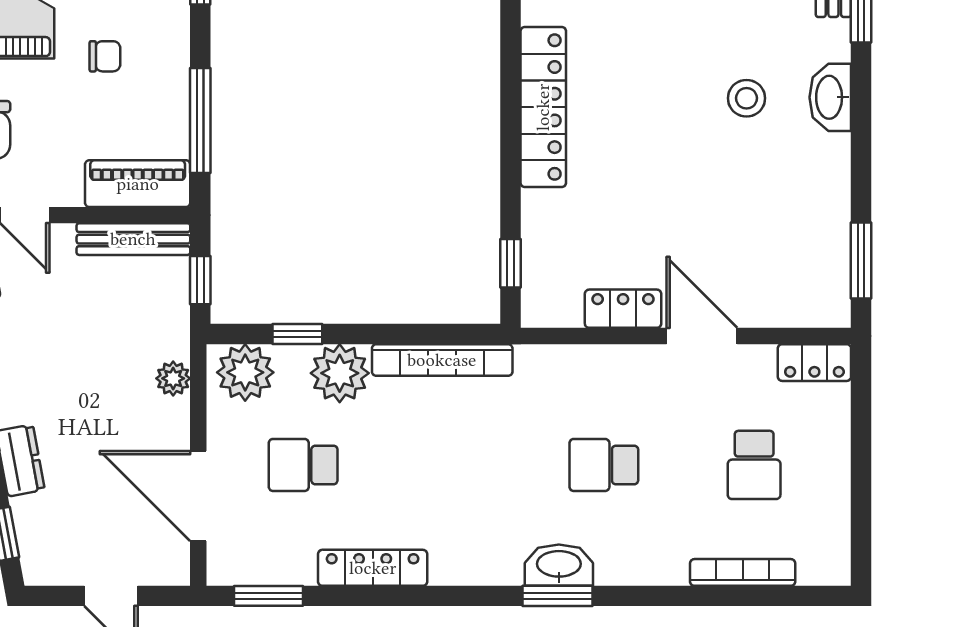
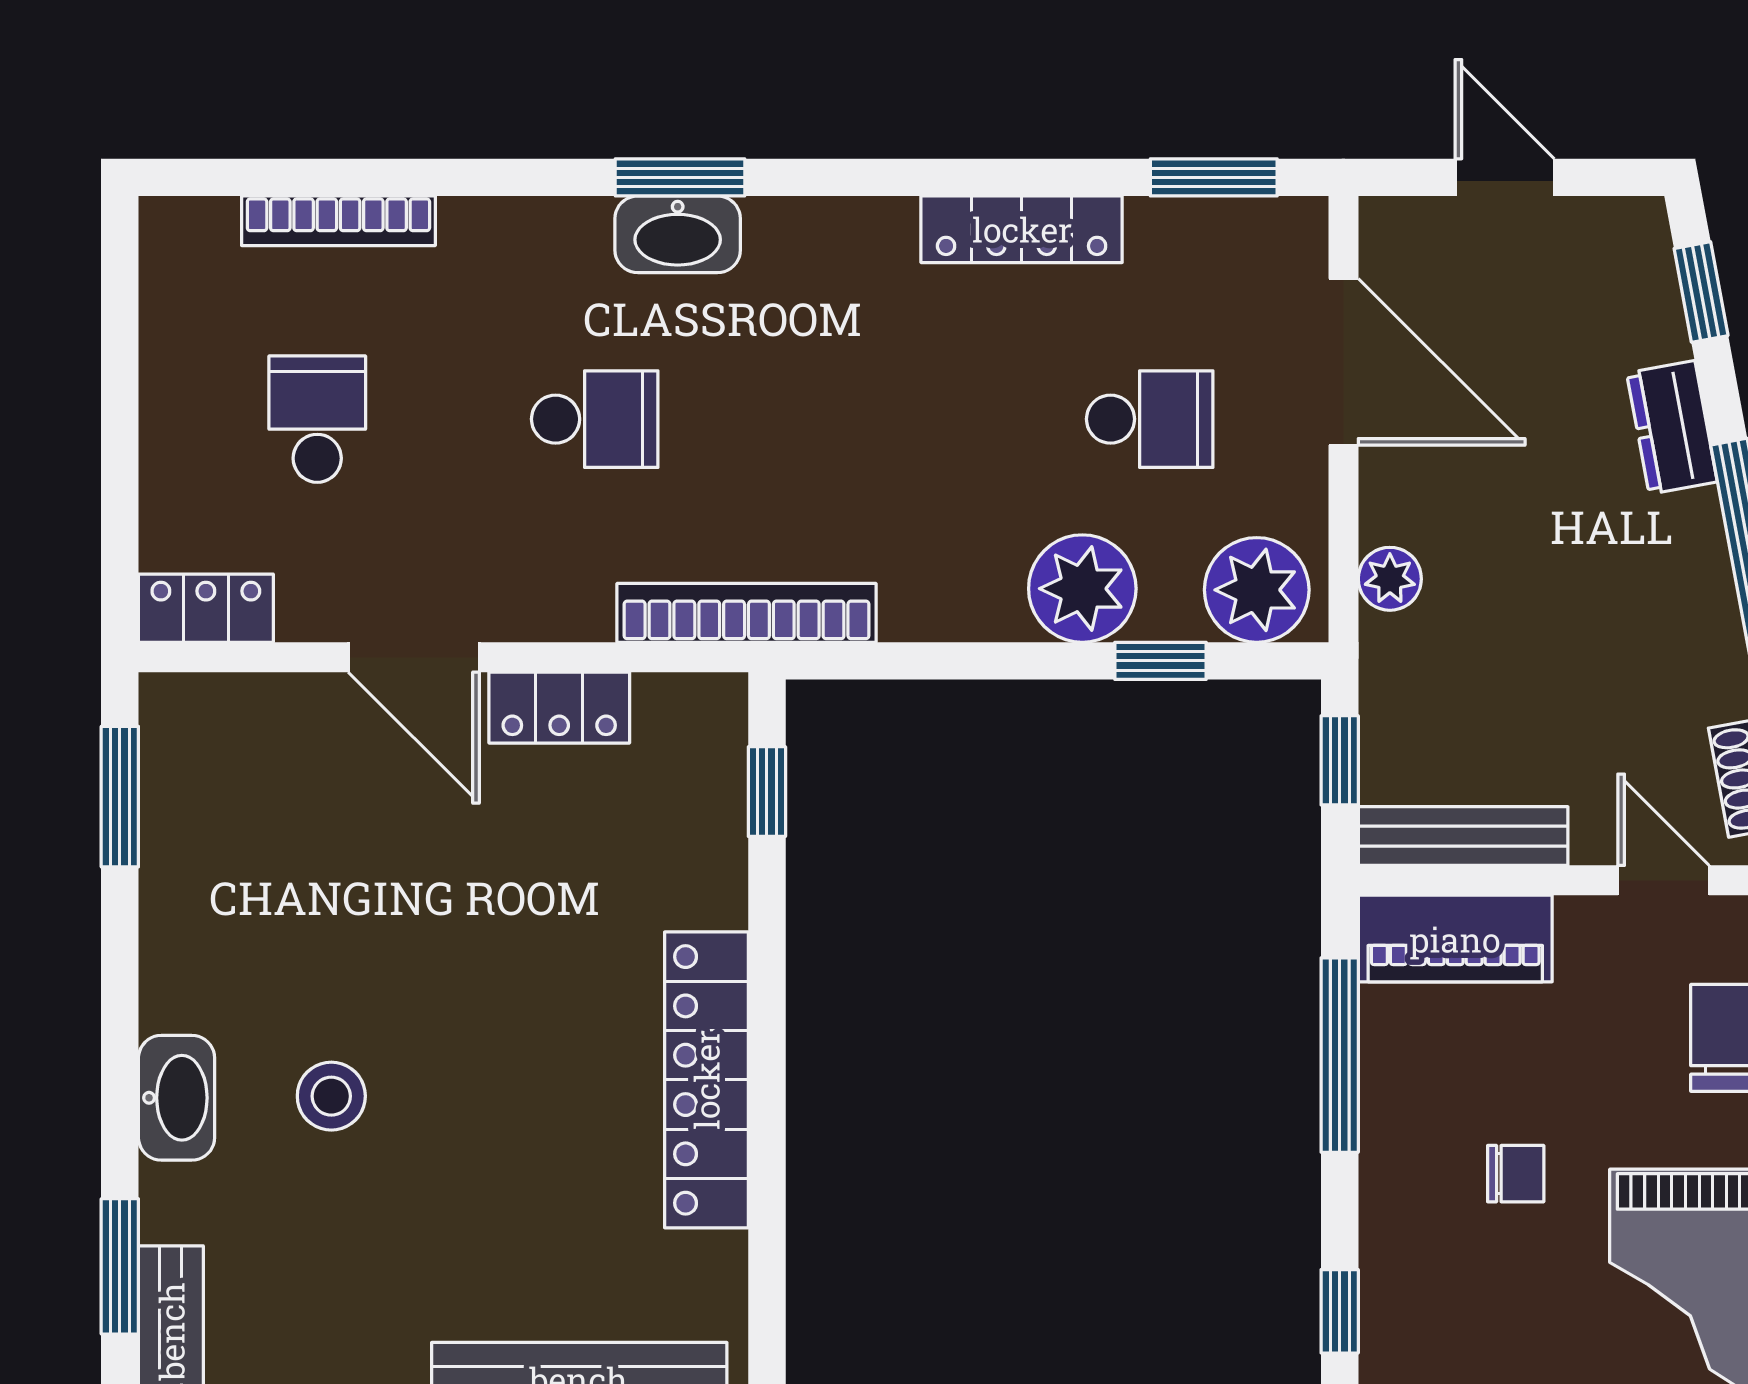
chair: (105, 56) -> (1516, 1174), turned 180
bookcase: (442, 360) -> (747, 613), moved

